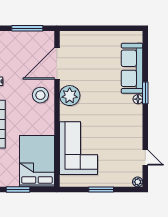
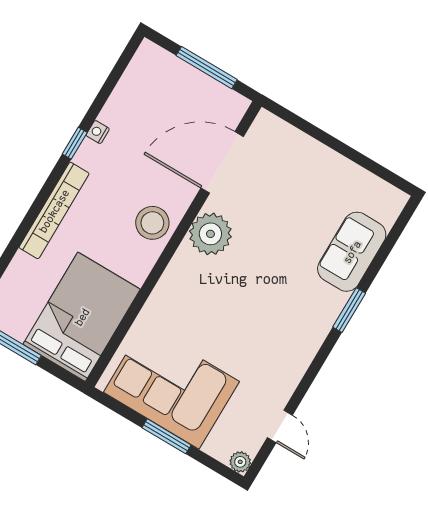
sofa: (132, 68) -> (352, 252), width x0.73
stool: (40, 95) -> (152, 223), moved
floor lamp: (138, 99) -> (329, 314), removed
corner sofa: (78, 148) -> (171, 387), moved, turned -90

